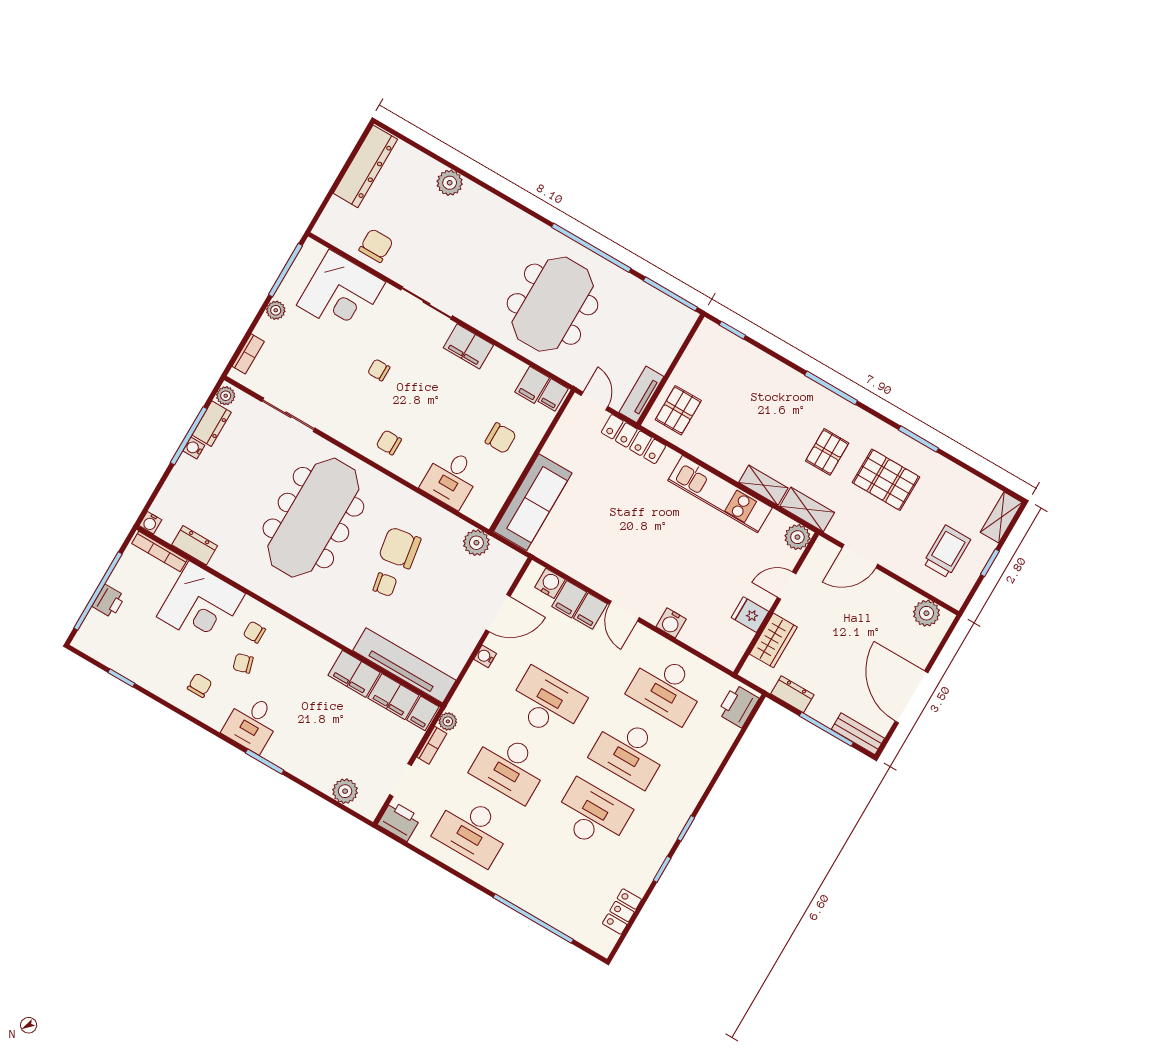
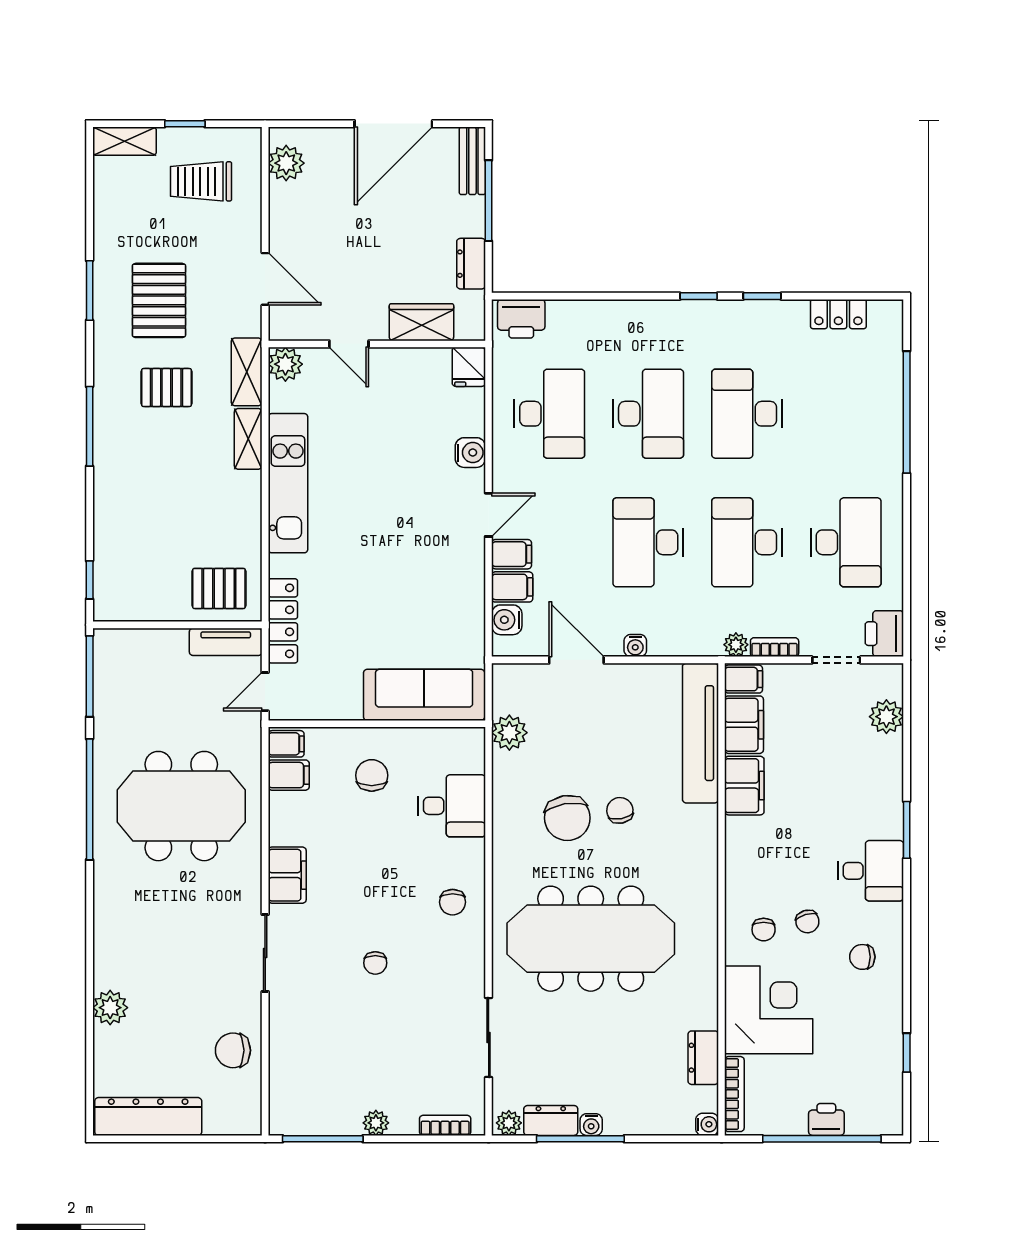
corner desk: (341, 294) -> (312, 1058), removed
fridge: (750, 615) -> (469, 367), moved
desk: (510, 767) -> (747, 542), turned 180

